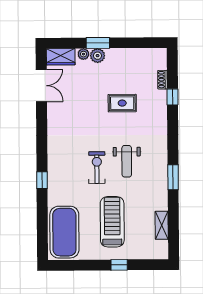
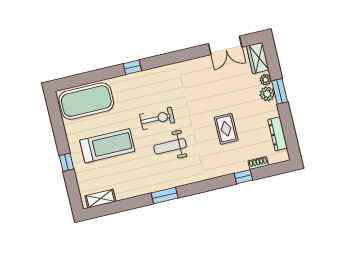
dresser: (138, 54) -> (278, 134), added
shelving: (162, 225) -> (100, 199), moved

